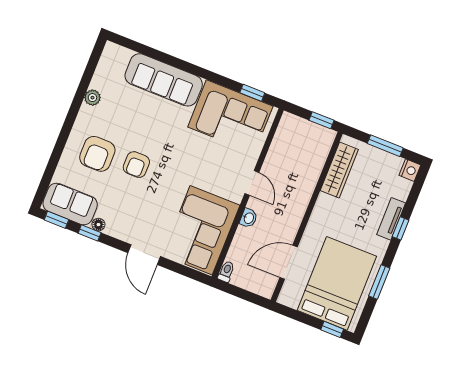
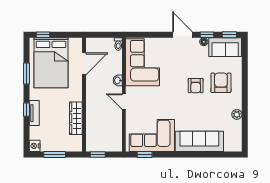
armchair: (136, 165) -> (196, 86), turned 180
wardrobe: (339, 170) -> (76, 118), moved
door: (144, 255) -> (183, 35), moved

